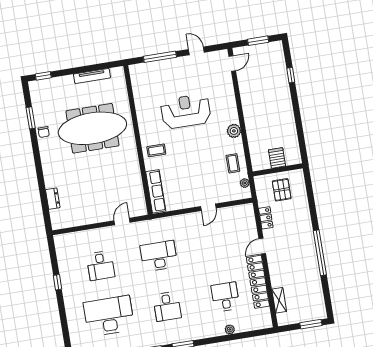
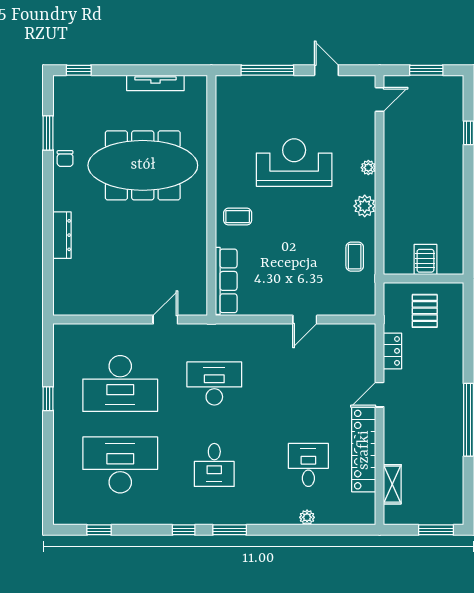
plant: (245, 183) -> (368, 168), moved
dresser: (53, 199) -> (62, 235), moved, width x1.44
desk: (101, 266) -> (120, 384), width x1.87, depth x1.30

